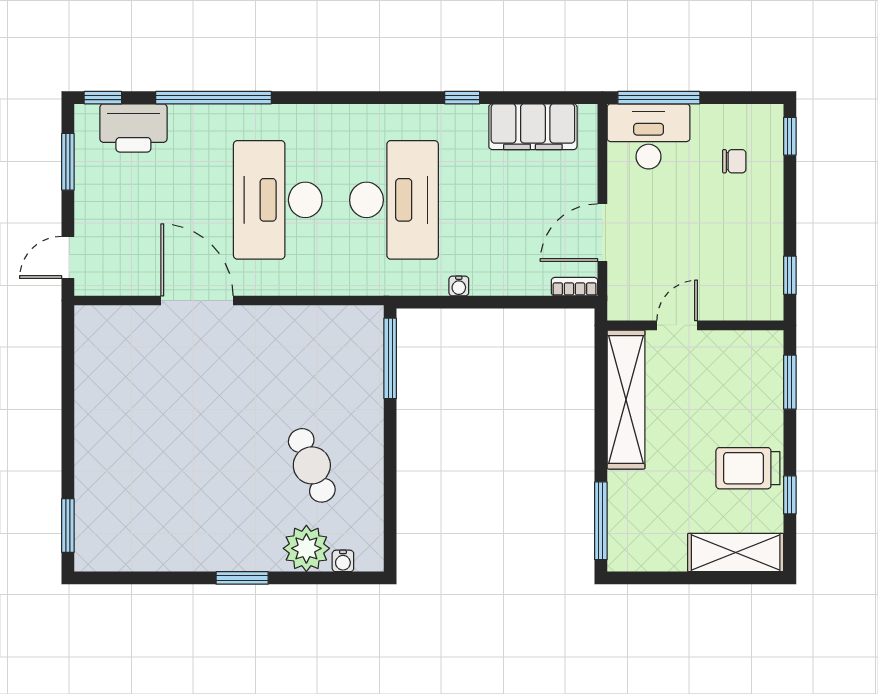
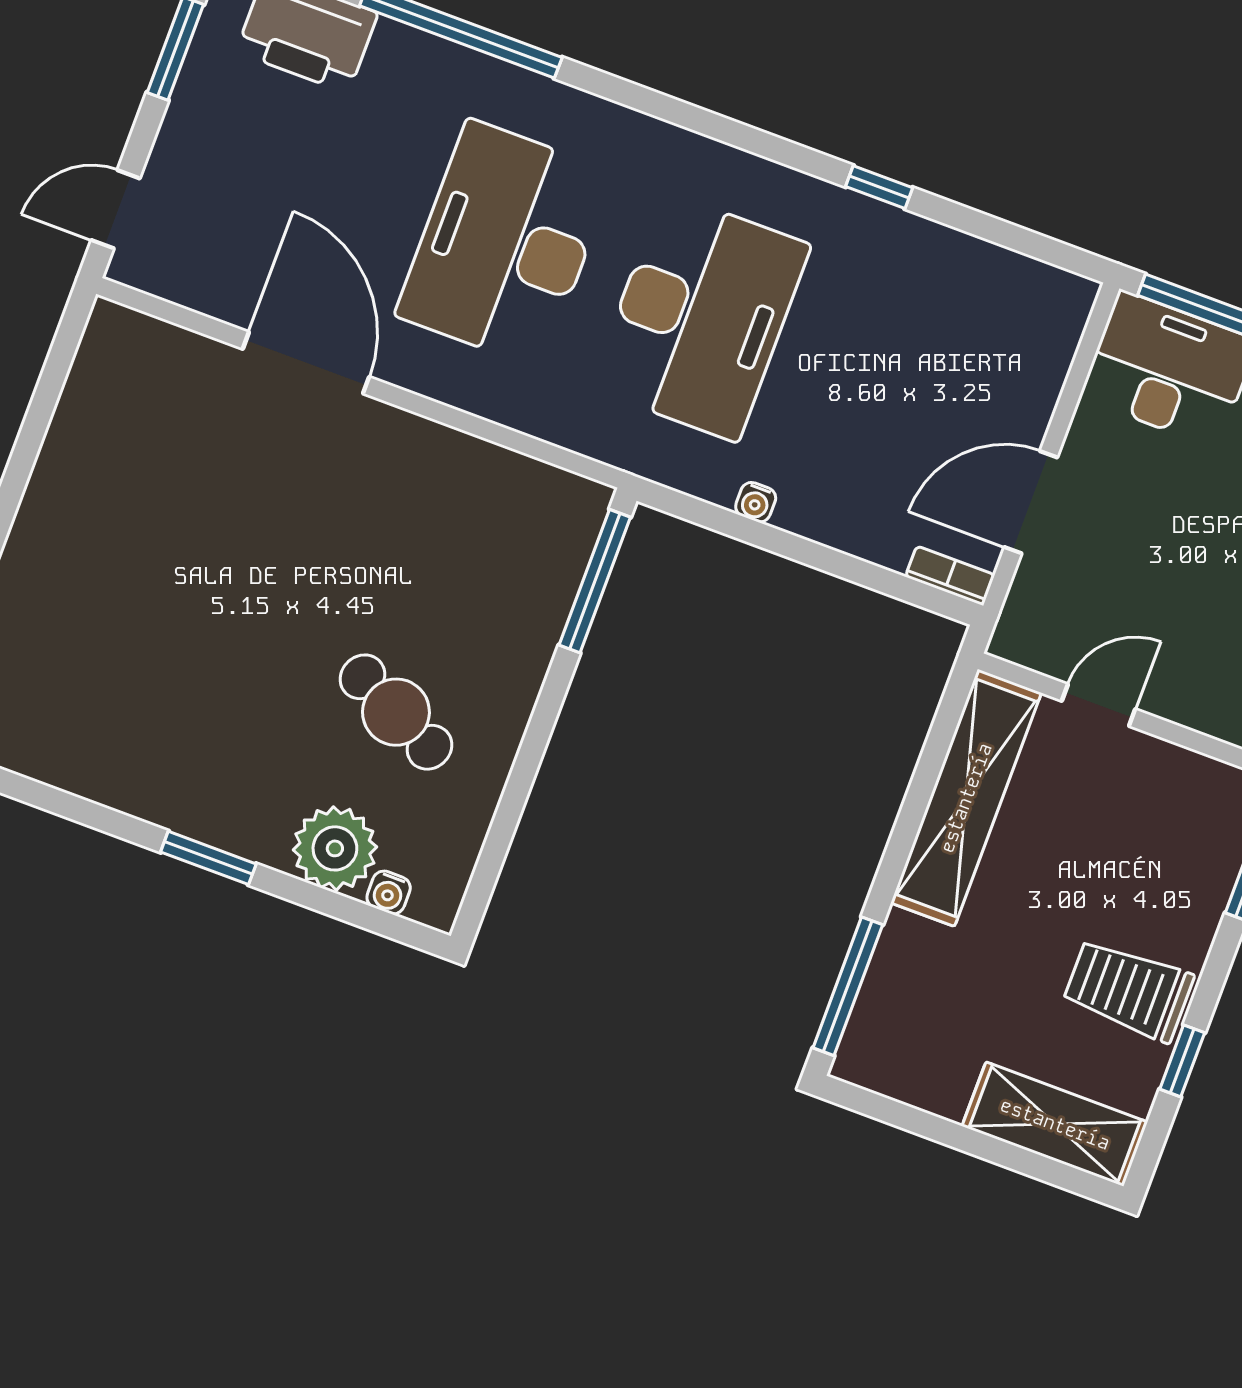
filing cabinet: (533, 127) -> (980, 280), removed
cafe table: (312, 465) -> (396, 712), turned -41

